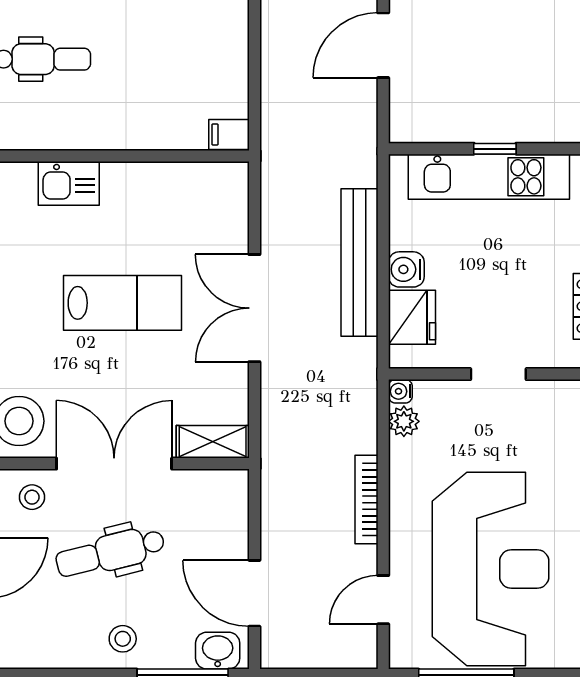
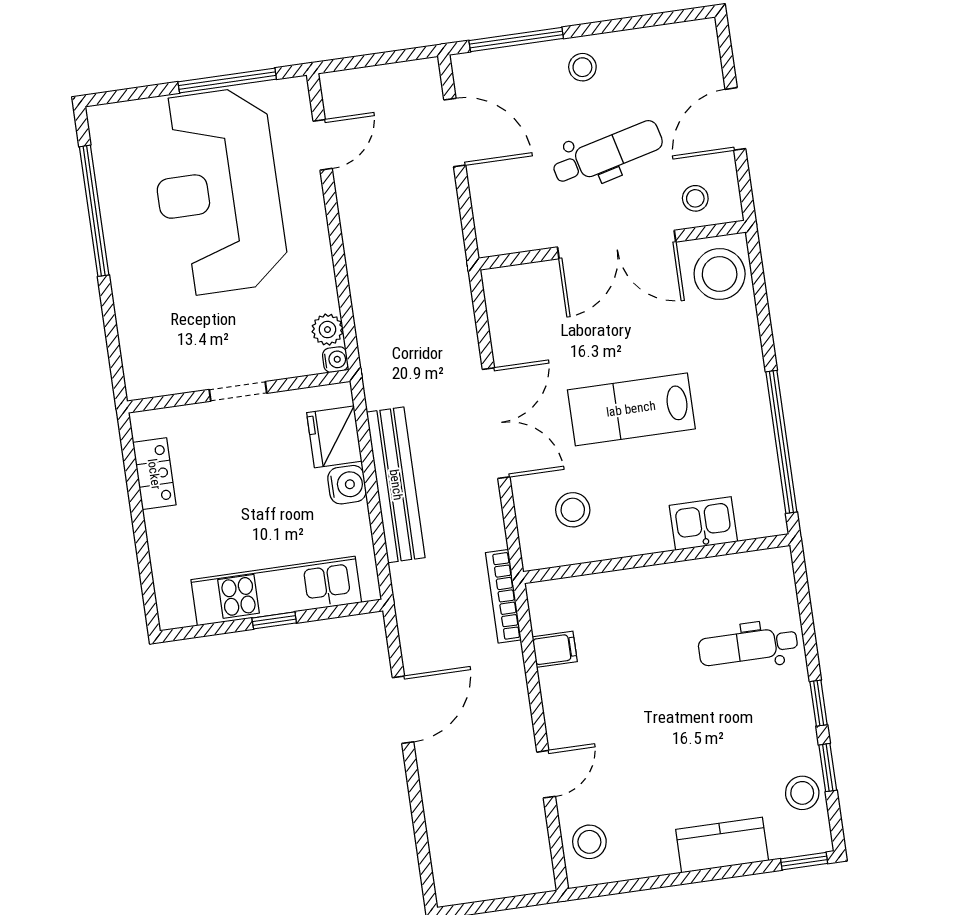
filing cabinet: (229, 134) -> (555, 649), moved
stool: (193, 214) -> (573, 510), added
shelving: (213, 442) -> (519, 281), removed
bookcase: (366, 499) -> (503, 596), moved, turned 180
washbasin: (218, 651) -> (484, 69), removed

